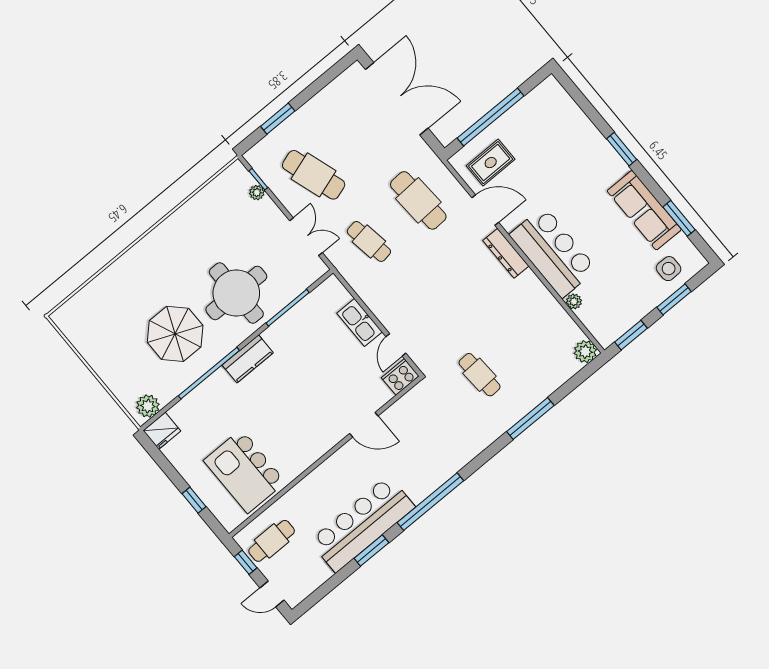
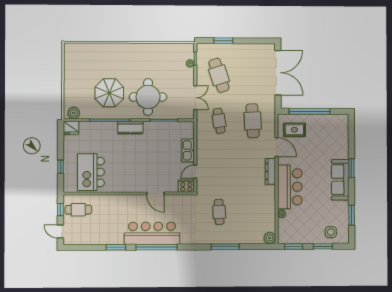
sofa: (644, 210) -> (340, 180), moved
bar counter: (362, 524) -> (152, 233), moved

